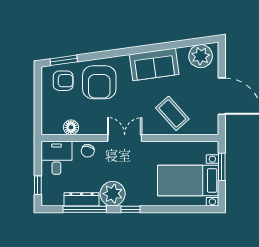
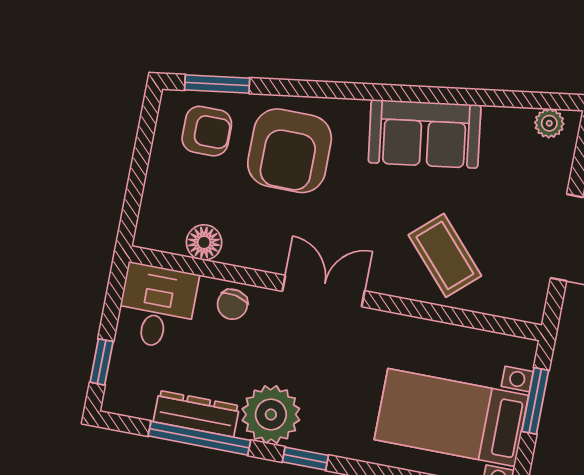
plant: (201, 56) -> (549, 123), width x0.53, depth x0.53

